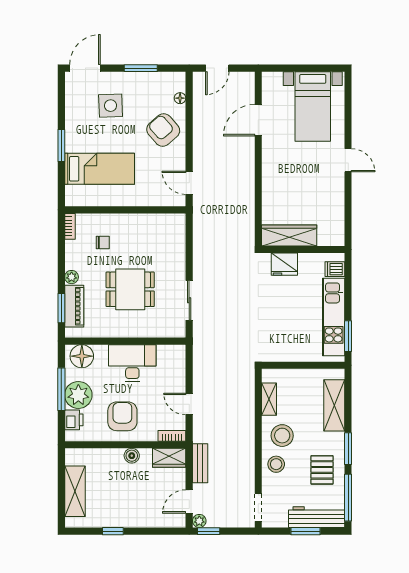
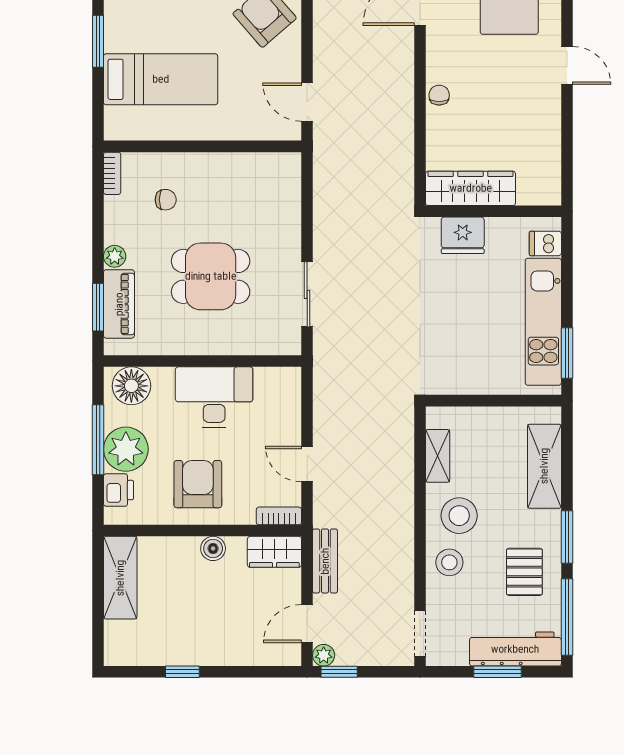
chair: (270, 178) -> (439, 95), added
shelving: (75, 491) -> (120, 578), moved

